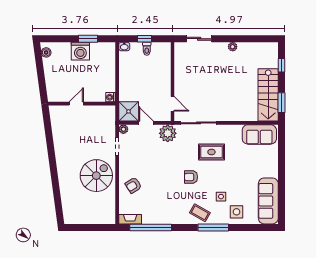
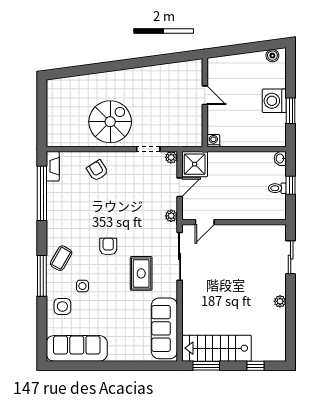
plant: (168, 133) -> (171, 216), width x0.53, depth x0.53
sofa: (259, 134) -> (164, 328), width x1.36
spiral stairs: (96, 176) -> (110, 122), turned -90

